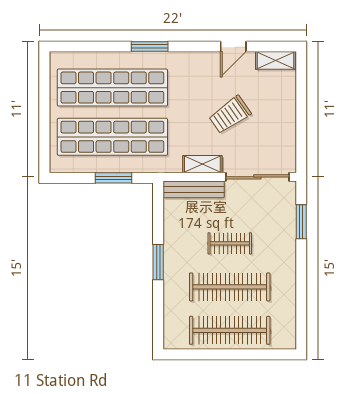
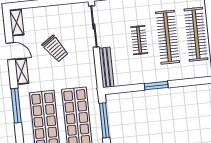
window: (150, 46) -> (16, 106), width x1.44
shelving: (202, 164) -> (22, 71), moved
window: (113, 178) -> (104, 120), width x1.44

